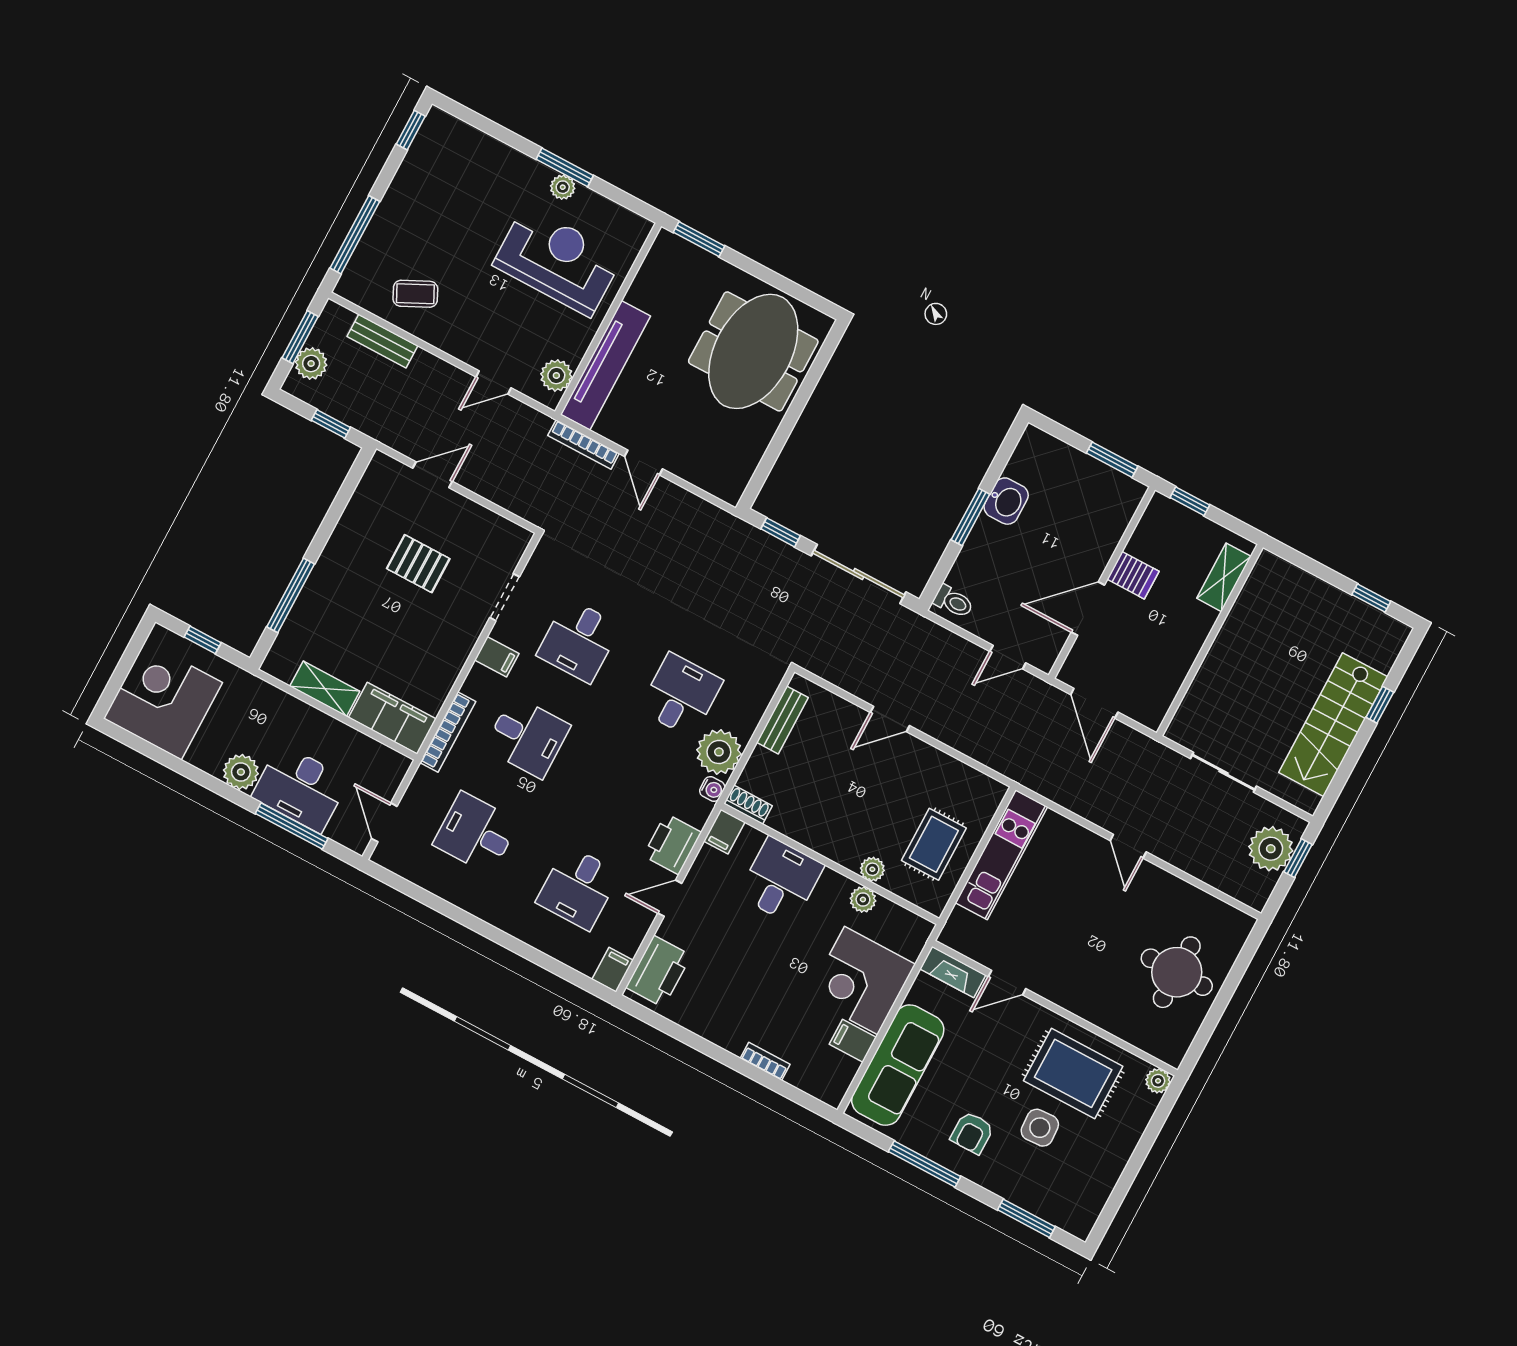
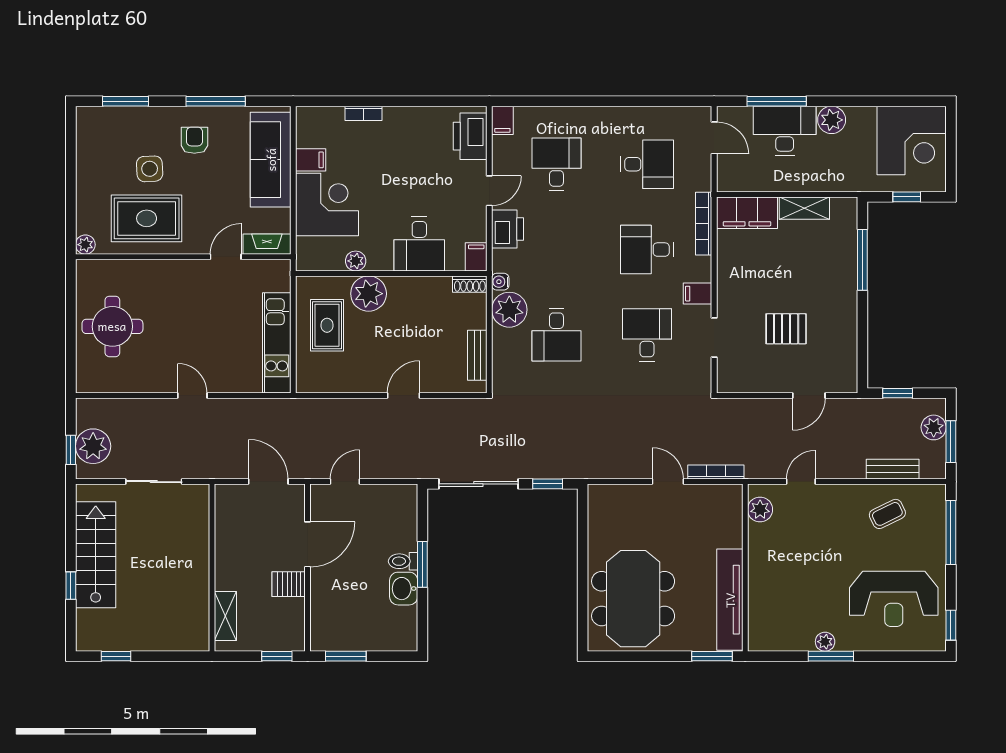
reception desk: (558, 261) -> (894, 599), moved
tv unit: (606, 365) -> (730, 600), moved
toilet: (953, 602) -> (403, 561), moved
plant: (872, 869) -> (369, 294), width x1.88, depth x1.88

